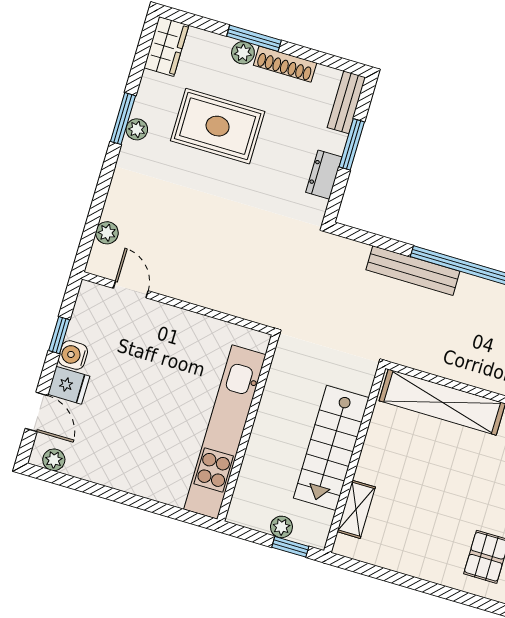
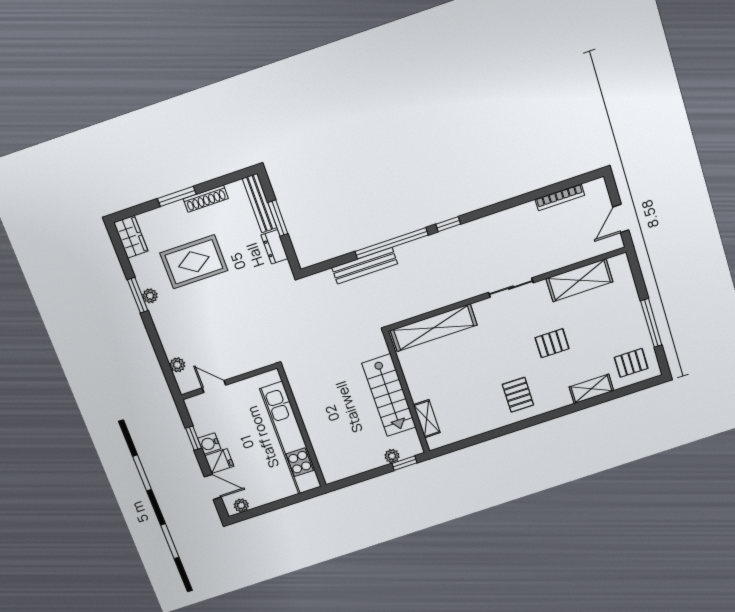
plant: (243, 53) -> (177, 209), removed
bench: (346, 102) -> (260, 203), width x1.36
wall: (248, 428) -> (302, 427), moved
kitchen unit: (225, 432) -> (291, 438), moved

